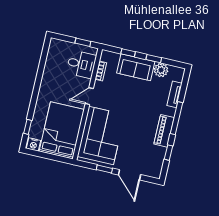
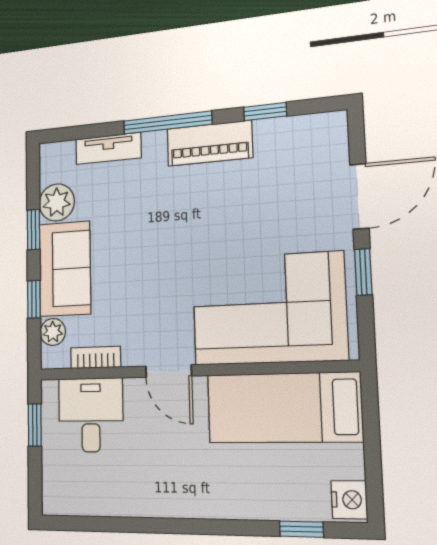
plant: (114, 57) -> (53, 332), added
bed: (62, 130) -> (284, 408), width x0.67

